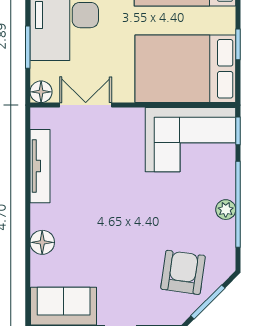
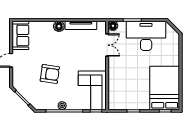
bed: (185, 69) -> (123, 88), removed
floor lamp: (42, 242) -> (59, 26), moved
armchair: (183, 272) -> (50, 74), moved

